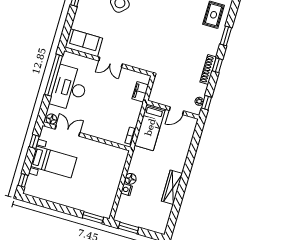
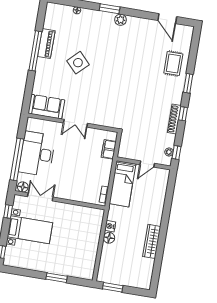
window: (54, 75) -> (17, 159), moved
nightstand: (126, 190) -> (110, 226), moved
window: (93, 218) -> (57, 278), moved

